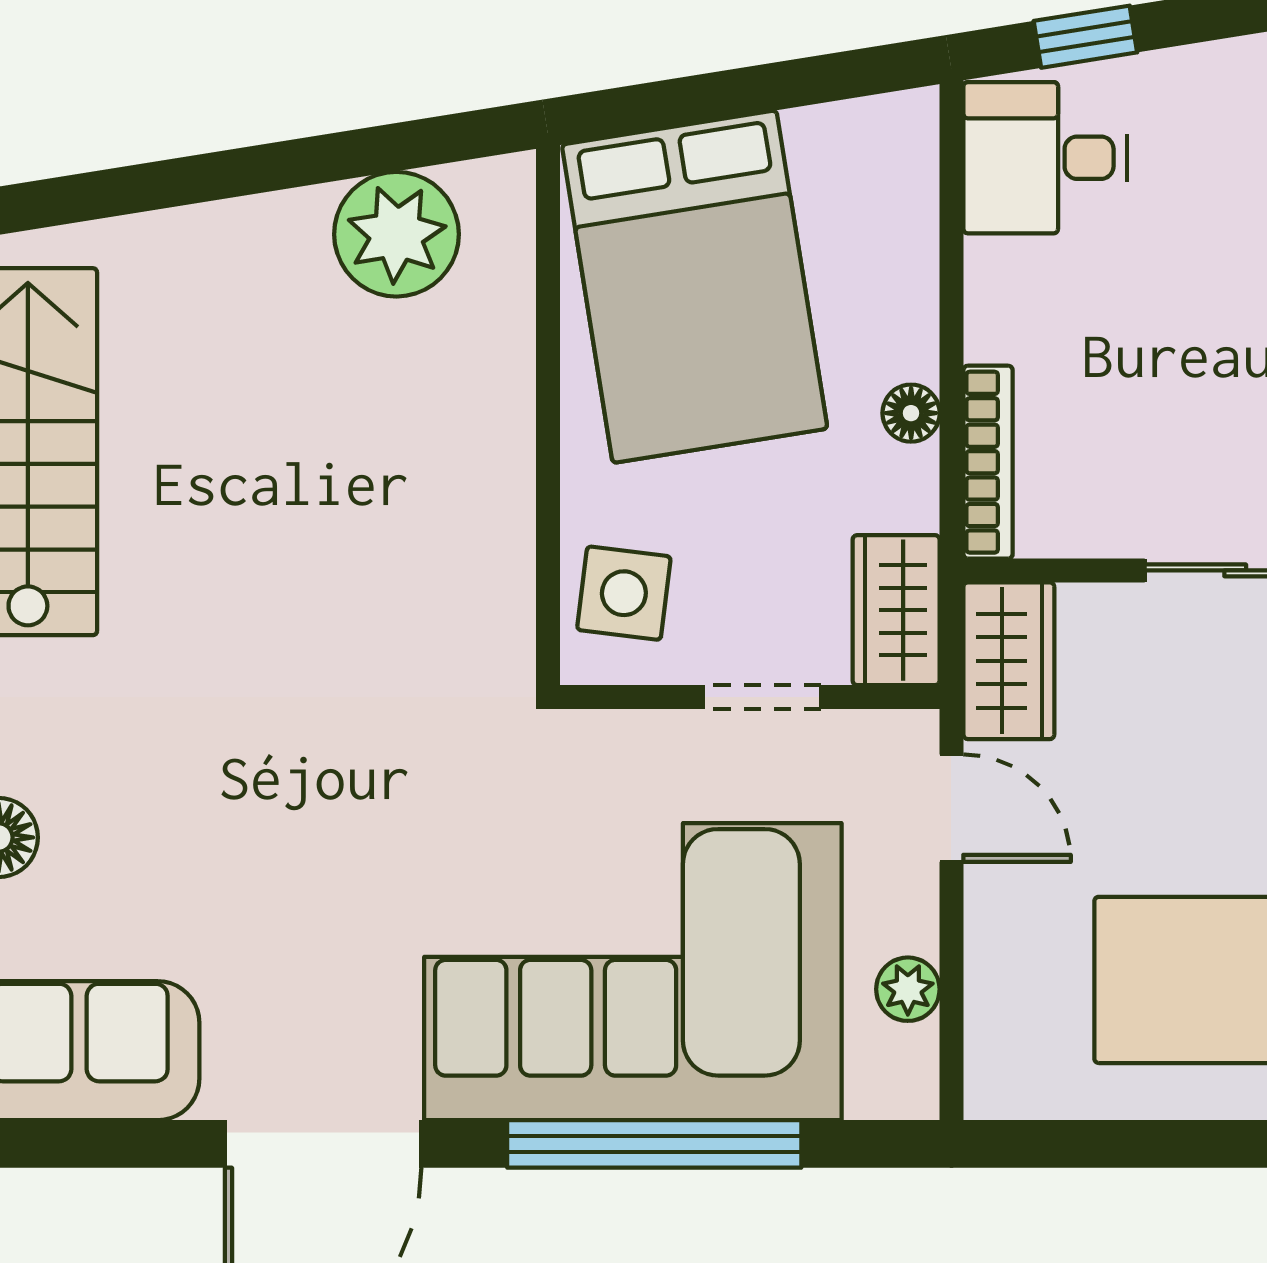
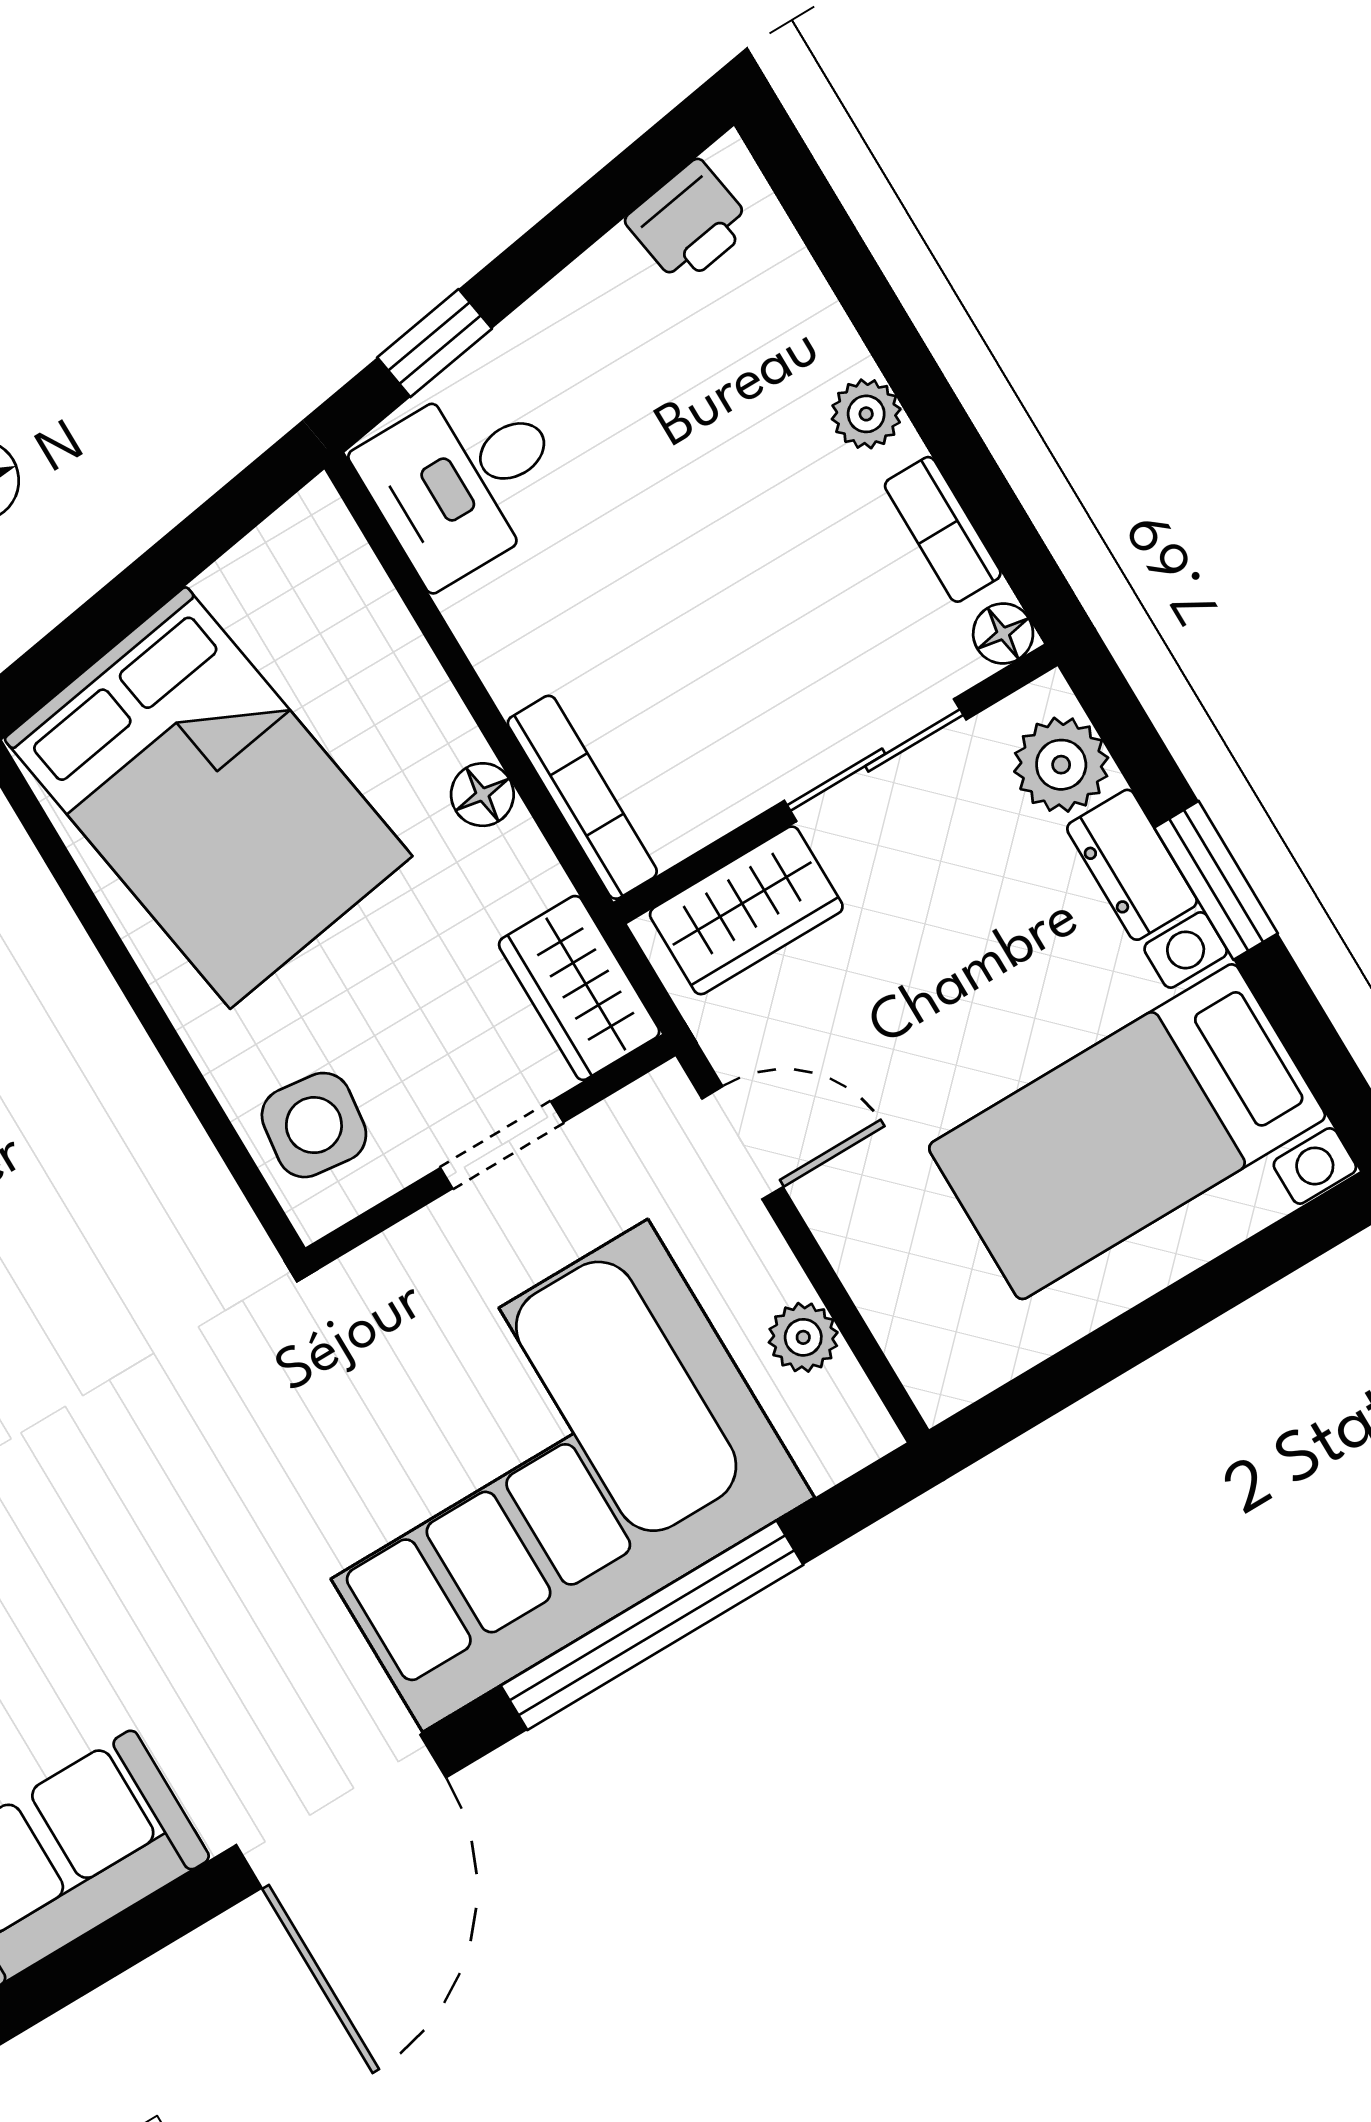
wardrobe: (1009, 661) -> (746, 910), moved, turned 90

